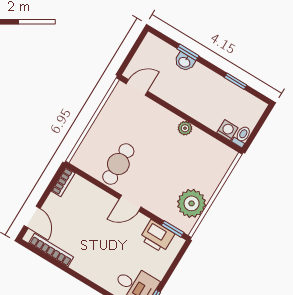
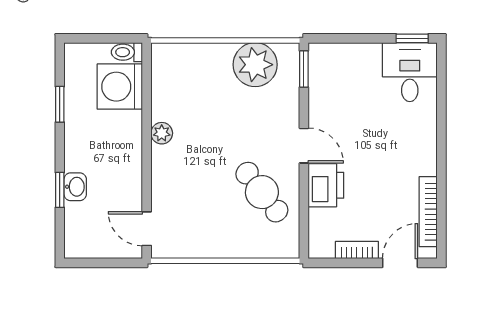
washing machine: (227, 130) -> (120, 87), width x1.89, depth x1.89
cafe table: (118, 164) -> (262, 192), turned 52
bookcase: (63, 182) -> (357, 250), moved
printer: (157, 236) -> (326, 185), moved

